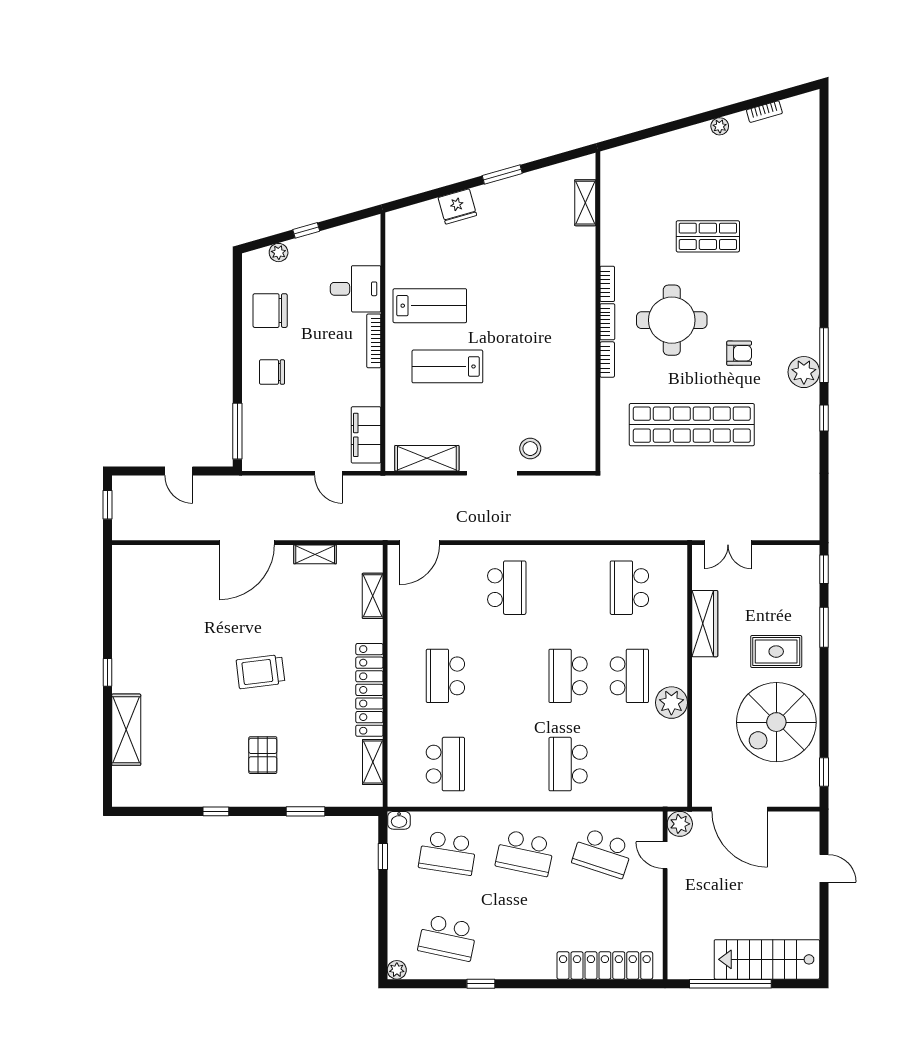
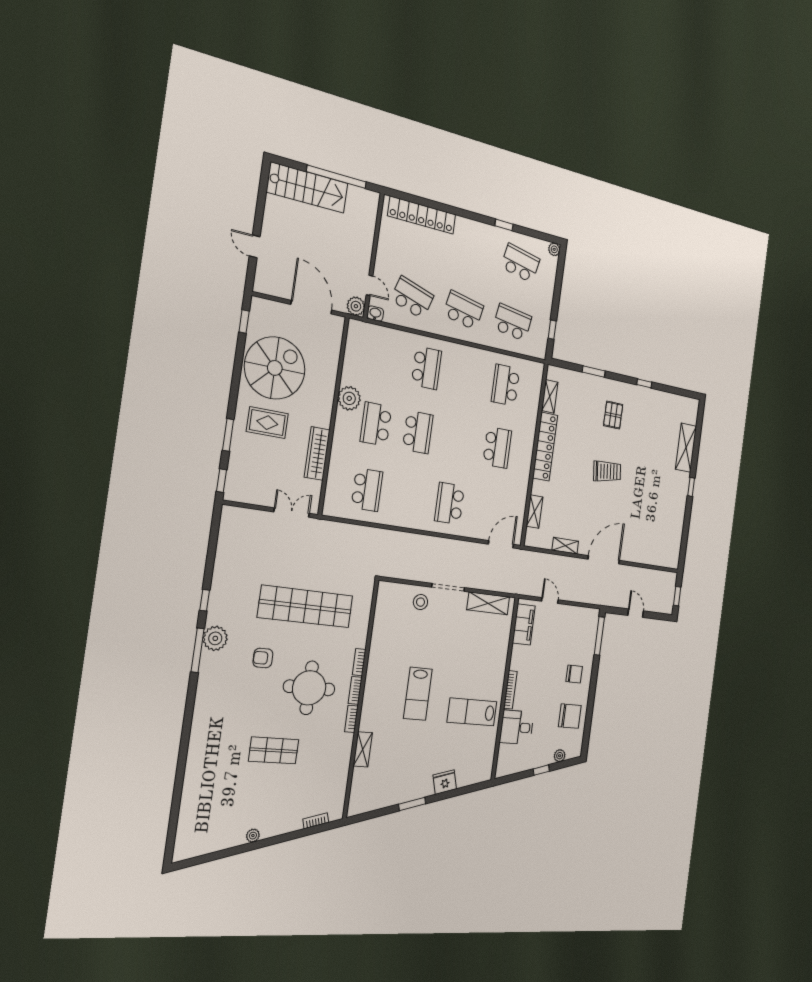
bookcase: (764, 112) -> (316, 821), moved
shelving: (585, 203) -> (363, 749), moved
lab bench: (447, 366) -> (418, 694), moved, turned 90
washbasin: (399, 820) -> (375, 314), moved

